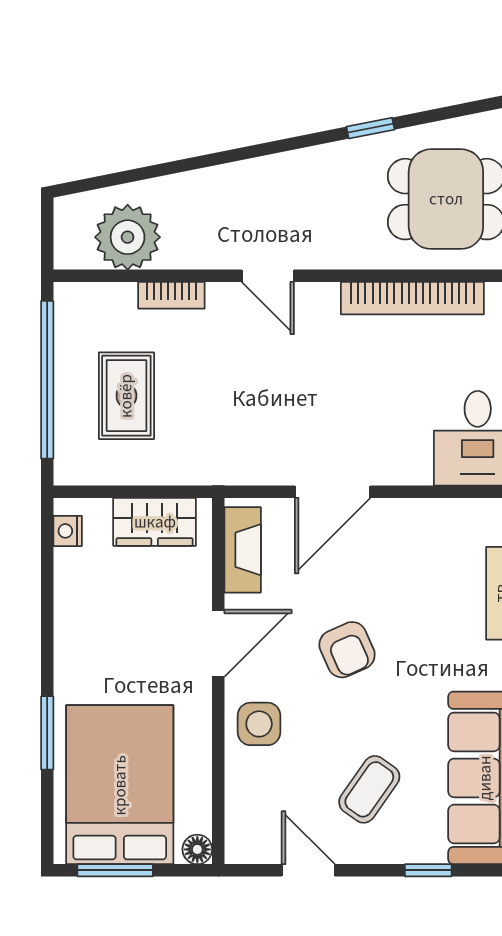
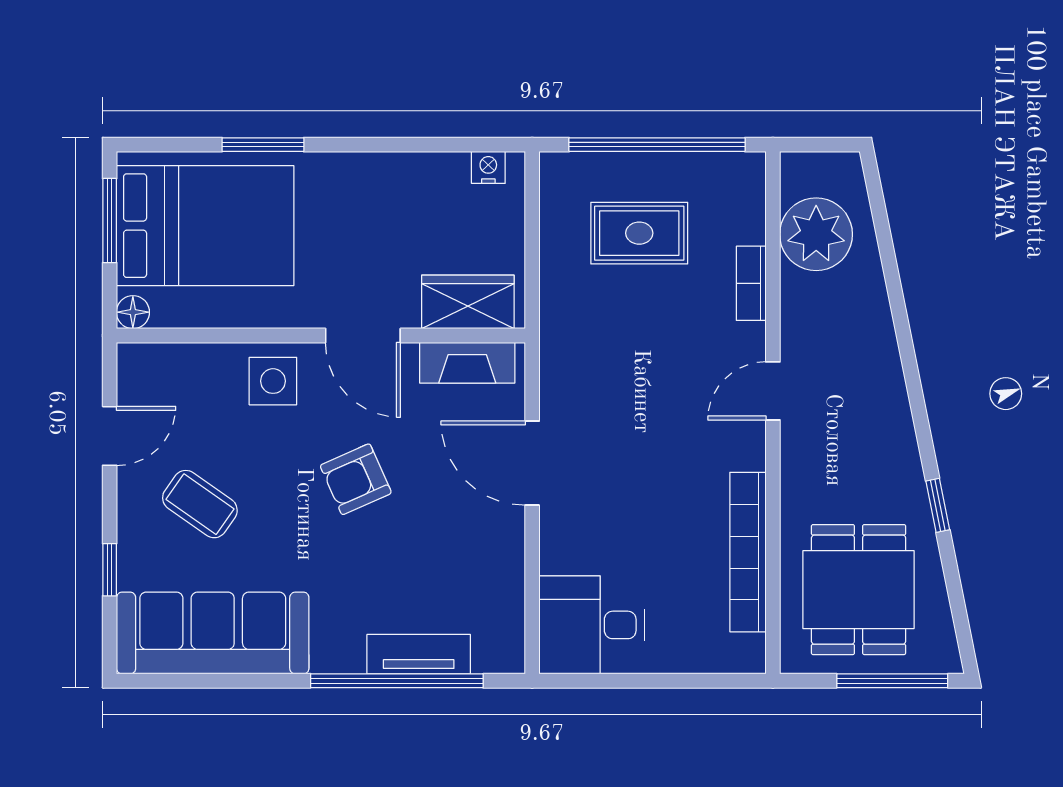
wardrobe: (155, 522) -> (468, 302), moved, turned 90

